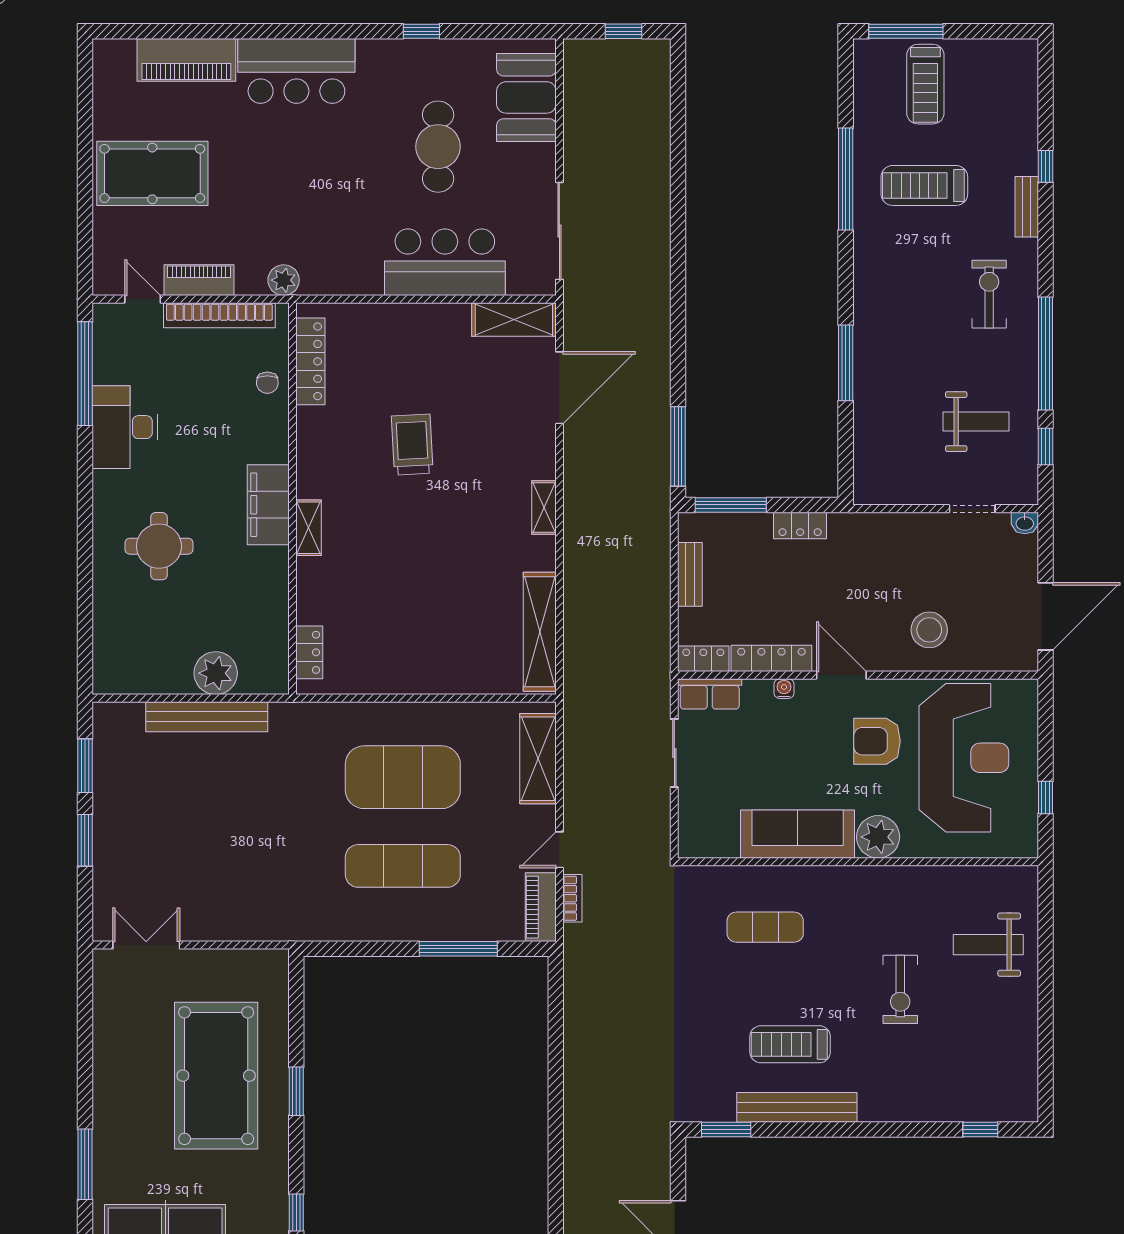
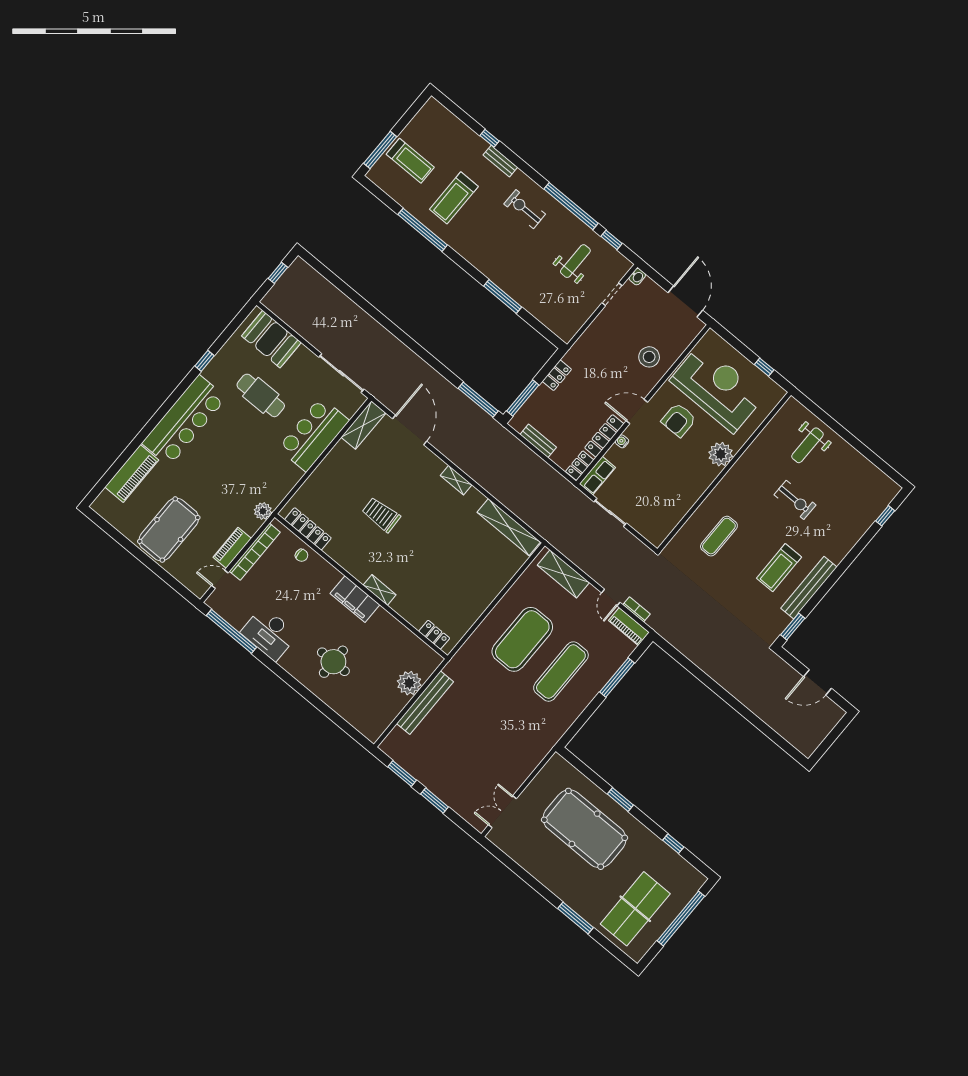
bar counter: (296, 71) -> (184, 420), width x1.36
sofa: (798, 834) -> (690, 488), removed

